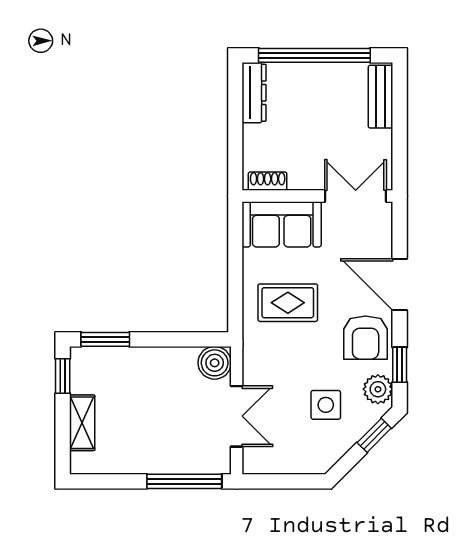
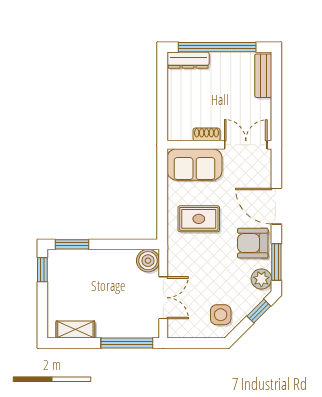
dresser: (254, 93) -> (188, 60), moved, turned 90
shoe rack: (268, 181) -> (206, 134), moved
armchair: (366, 338) -> (253, 243), turned 90
window: (400, 365) -> (276, 262), width x1.50
side table: (326, 405) -> (221, 315), moved
shelving: (82, 423) -> (75, 329), moved, turned 90

